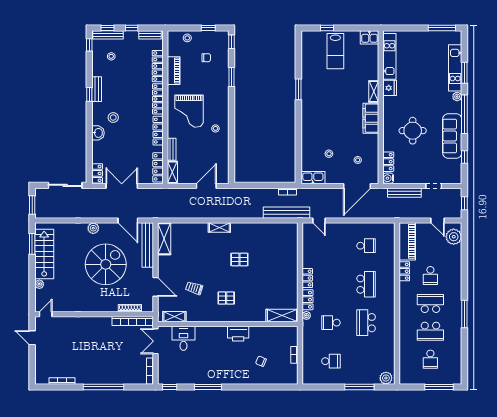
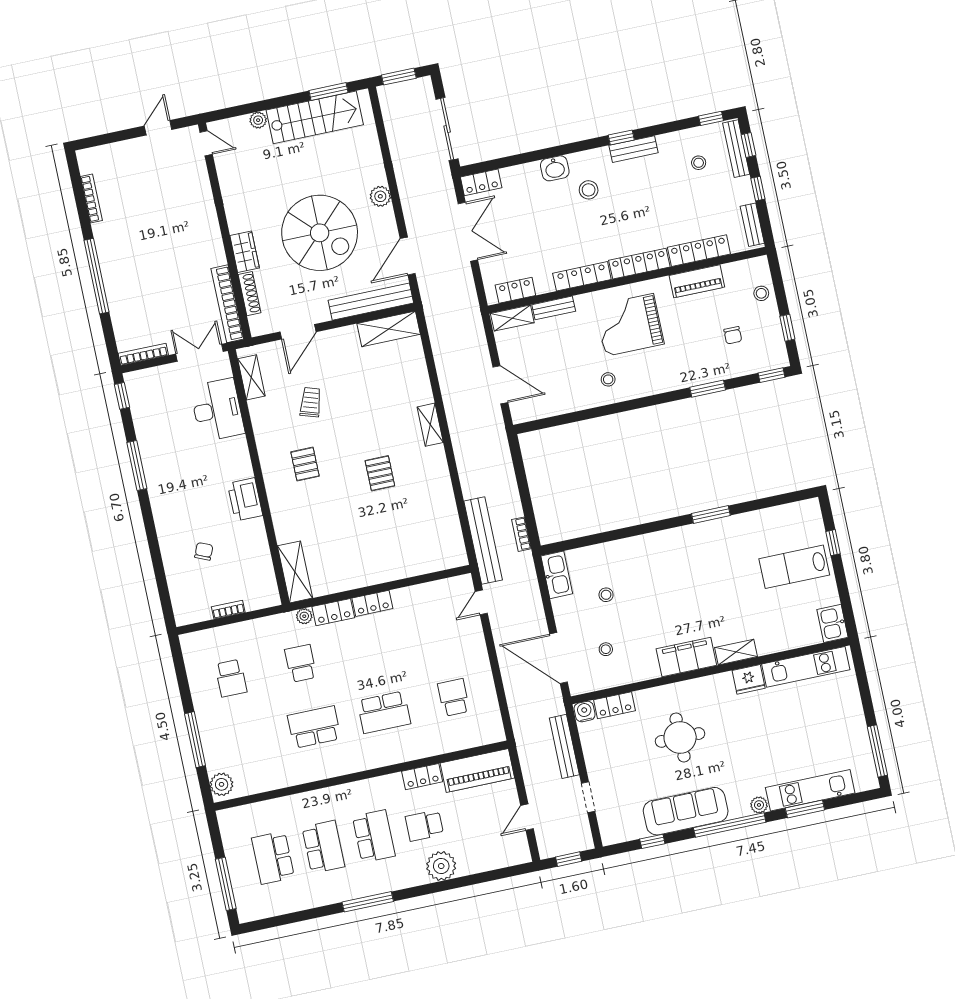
locker: (158, 167) -> (515, 290), width x0.66
plant: (454, 237) -> (441, 866), moved
school desk: (366, 246) -> (454, 697), turned 180
wardrobe: (107, 306) -> (245, 252), added
school desk: (430, 331) -> (323, 847), turned 180
desk: (183, 338) -> (217, 410), width x1.37
school desk: (430, 359) -> (273, 858), width x1.85

